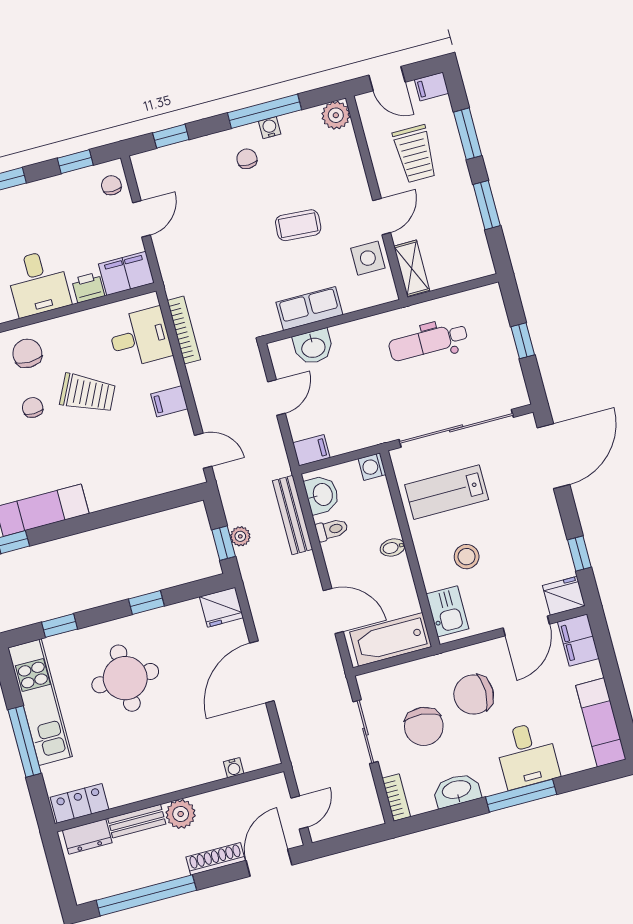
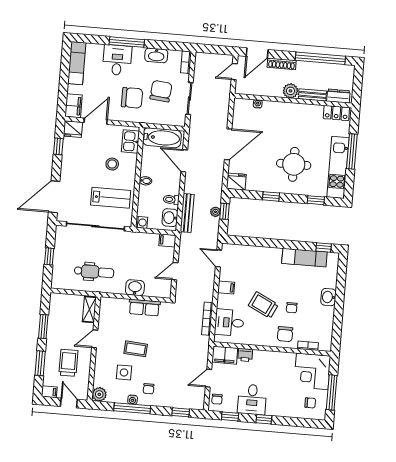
side table: (368, 258) -> (124, 372), moved
desk: (38, 283) -> (252, 399), moved, turned 180
washbasin: (313, 347) -> (135, 288), moved

